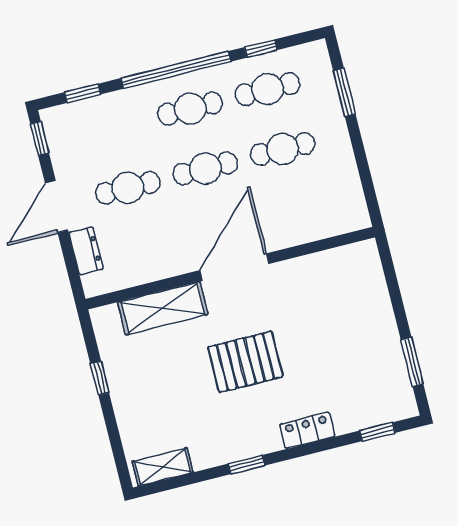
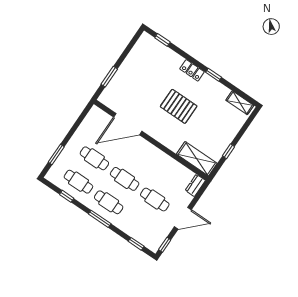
window: (176, 70) -> (100, 219), width x0.47
dresser: (86, 251) -> (195, 185), moved
door: (234, 267) -> (128, 124), moved
shelving: (163, 308) -> (197, 159), moved
window: (412, 362) -> (109, 77), moved
locker: (307, 430) -> (192, 70), moved

